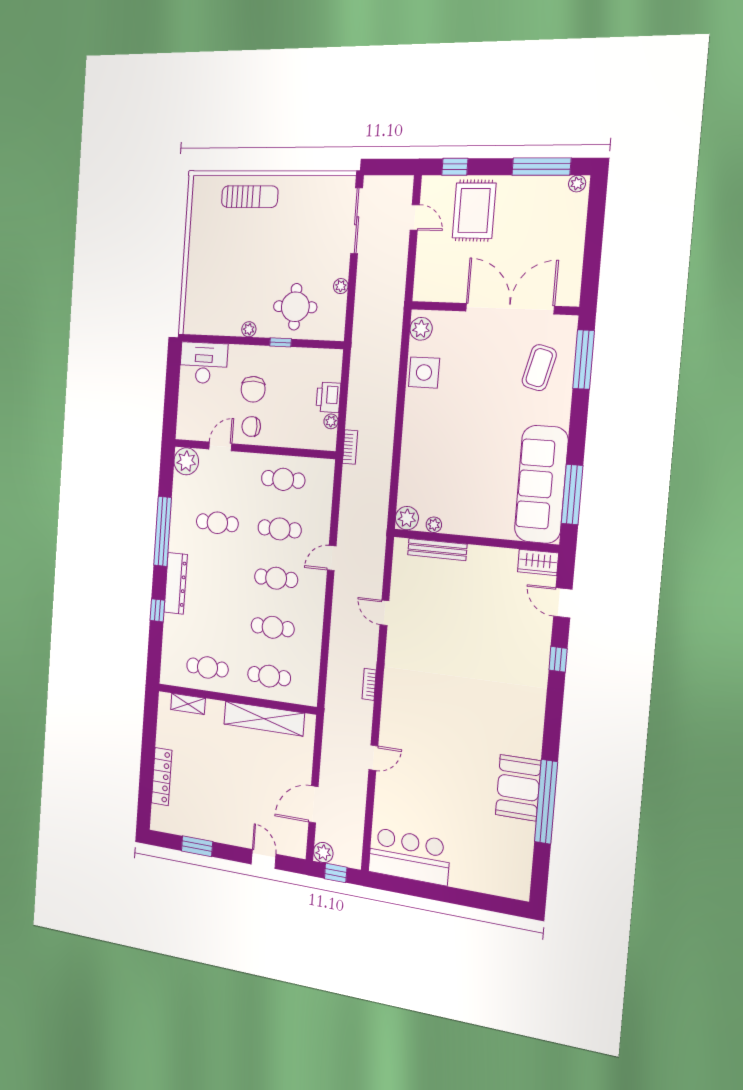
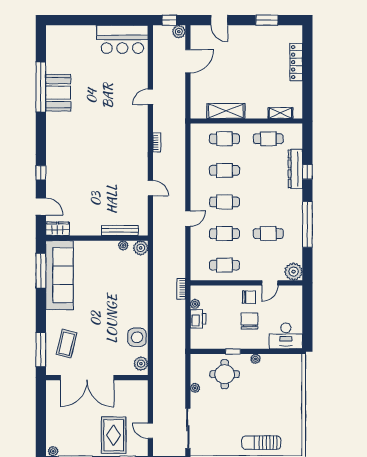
dresser: (176, 583) -> (295, 169), moved
shelving: (264, 719) -> (226, 111), width x0.68

